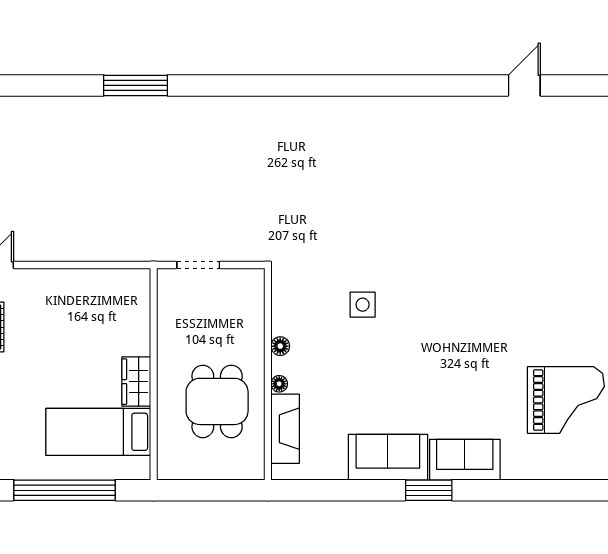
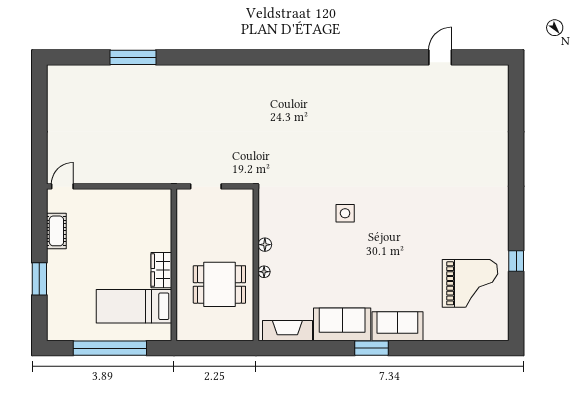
window: (136, 85) -> (133, 57), moved
side table: (363, 305) -> (345, 213), moved
dining table: (217, 401) -> (219, 284), turned 90
fireplace: (285, 429) -> (287, 331), moved, turned -90

